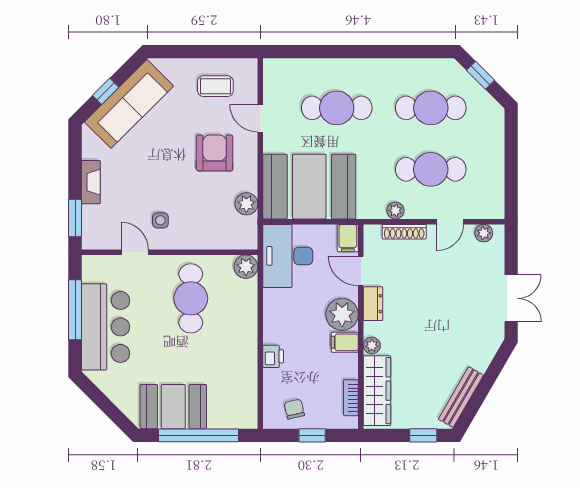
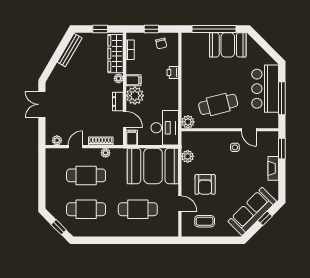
cafe table: (191, 298) -> (218, 104), turned 76
window: (423, 435) -> (100, 29), moved

